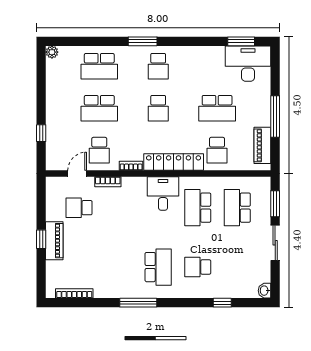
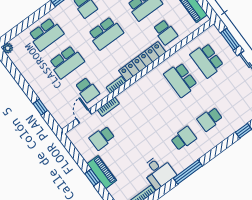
school desk: (158, 108) -> (106, 33), width x1.85
desk: (163, 193) -> (158, 172), moved, turned 180
school desk: (158, 267) -> (184, 139), width x0.54

